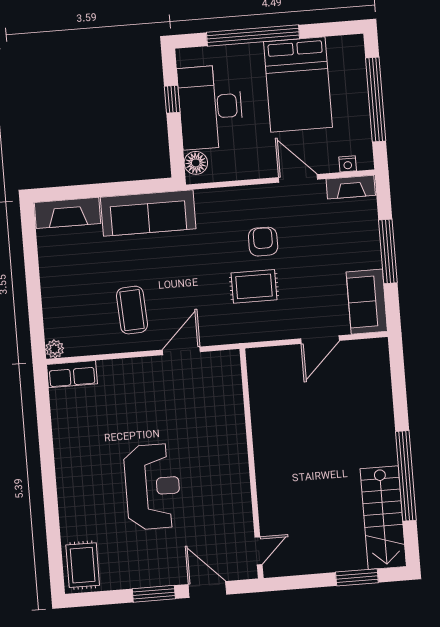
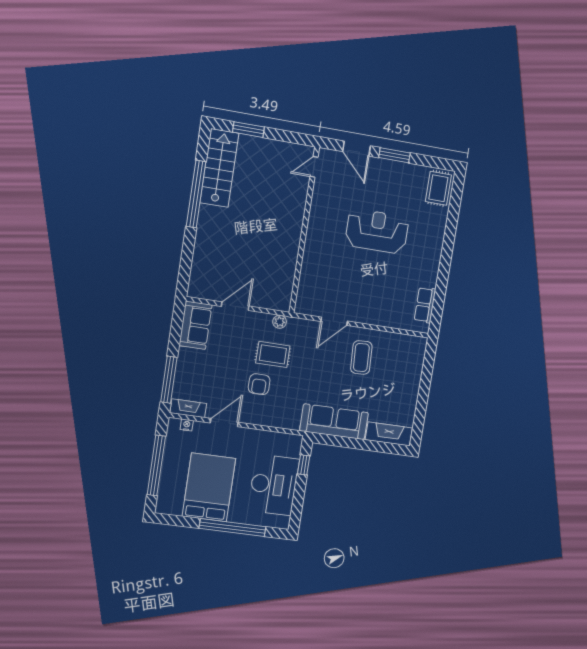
window: (172, 99) -> (304, 465), moved
floor lamp: (196, 163) -> (293, 449), removed
door: (298, 178) -> (224, 423), swing flipped
window: (388, 251) -> (169, 380), moved
plant: (55, 349) -> (280, 322), moved
row of seats: (72, 374) -> (425, 305), moved, turned -90
reception desk: (153, 487) -> (377, 231), turned 90

